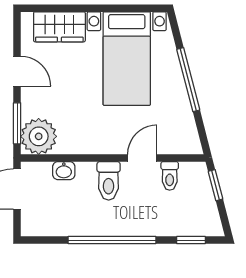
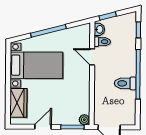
plant: (39, 136) -> (84, 120), width x0.53, depth x0.53
washbasin: (64, 171) -> (99, 29), moved
toilet: (109, 181) -> (125, 83), moved, turned 180

